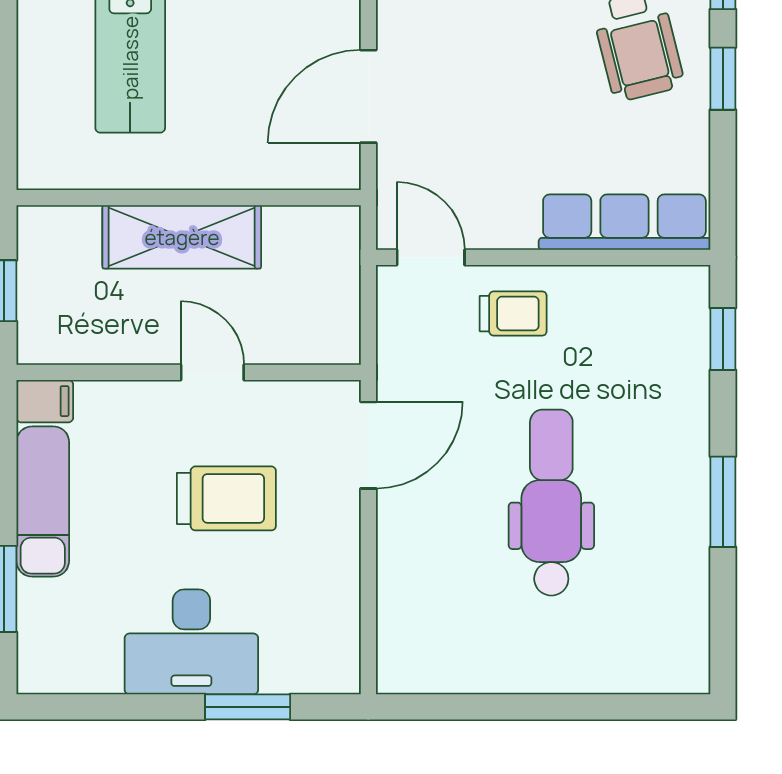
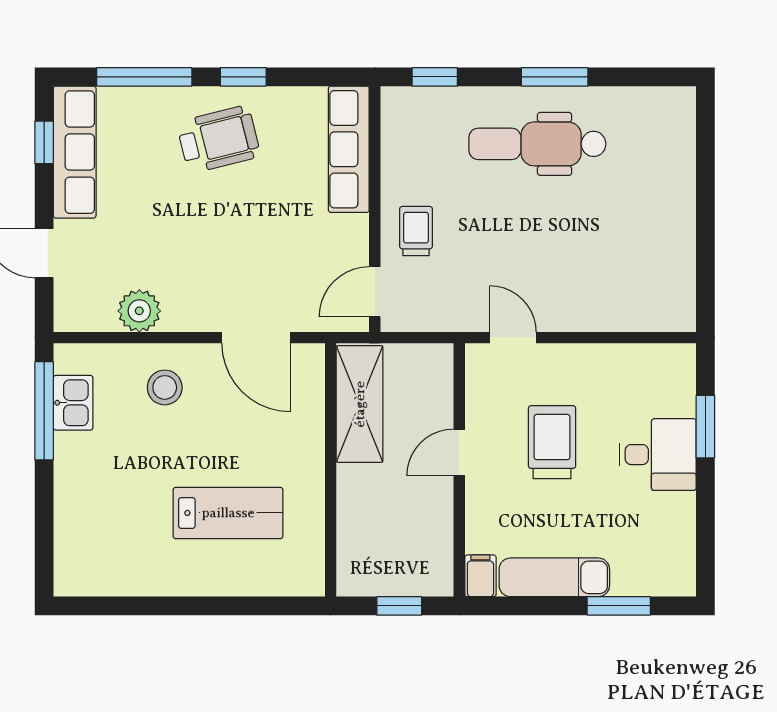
shelving: (182, 237) -> (360, 404), moved
door: (368, 445) -> (513, 338), width x0.73
dental chair: (551, 503) -> (537, 144), moved
desk: (191, 642) -> (658, 455), width x0.73

